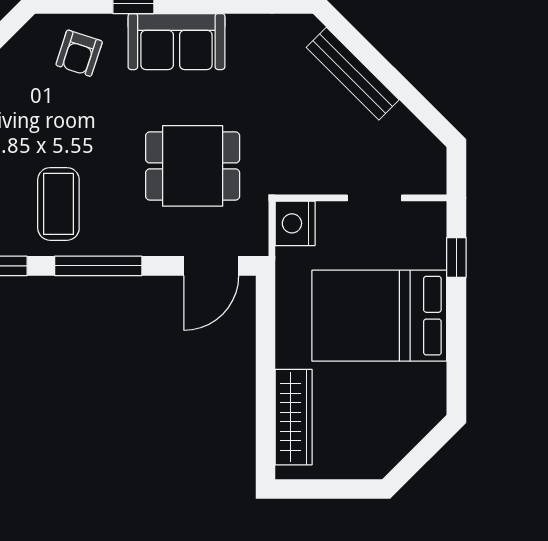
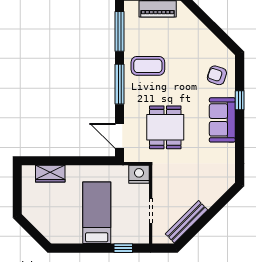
bench: (353, 74) -> (186, 222), moved
bed: (379, 316) -> (97, 213), width x0.67
wardrobe: (294, 417) -> (50, 174), width x0.67

